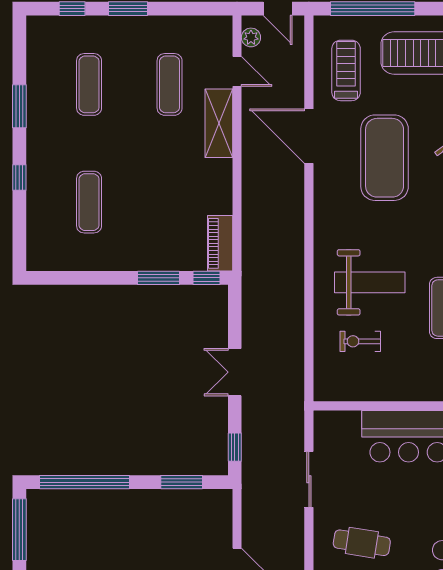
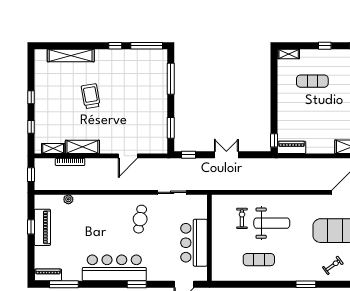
shelving: (36, 249) -> (289, 54), added
window: (159, 278) -> (274, 116), removed
weight bench: (370, 282) -> (272, 223), turned -90
window: (84, 482) -> (171, 79), width x0.68

